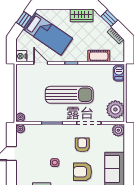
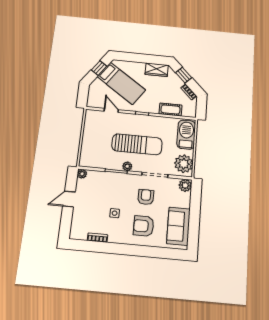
nightstand: (21, 56) -> (92, 102), removed
barbecue: (119, 73) -> (186, 135), width x1.88, depth x1.53
plant: (20, 117) -> (127, 166), moved

